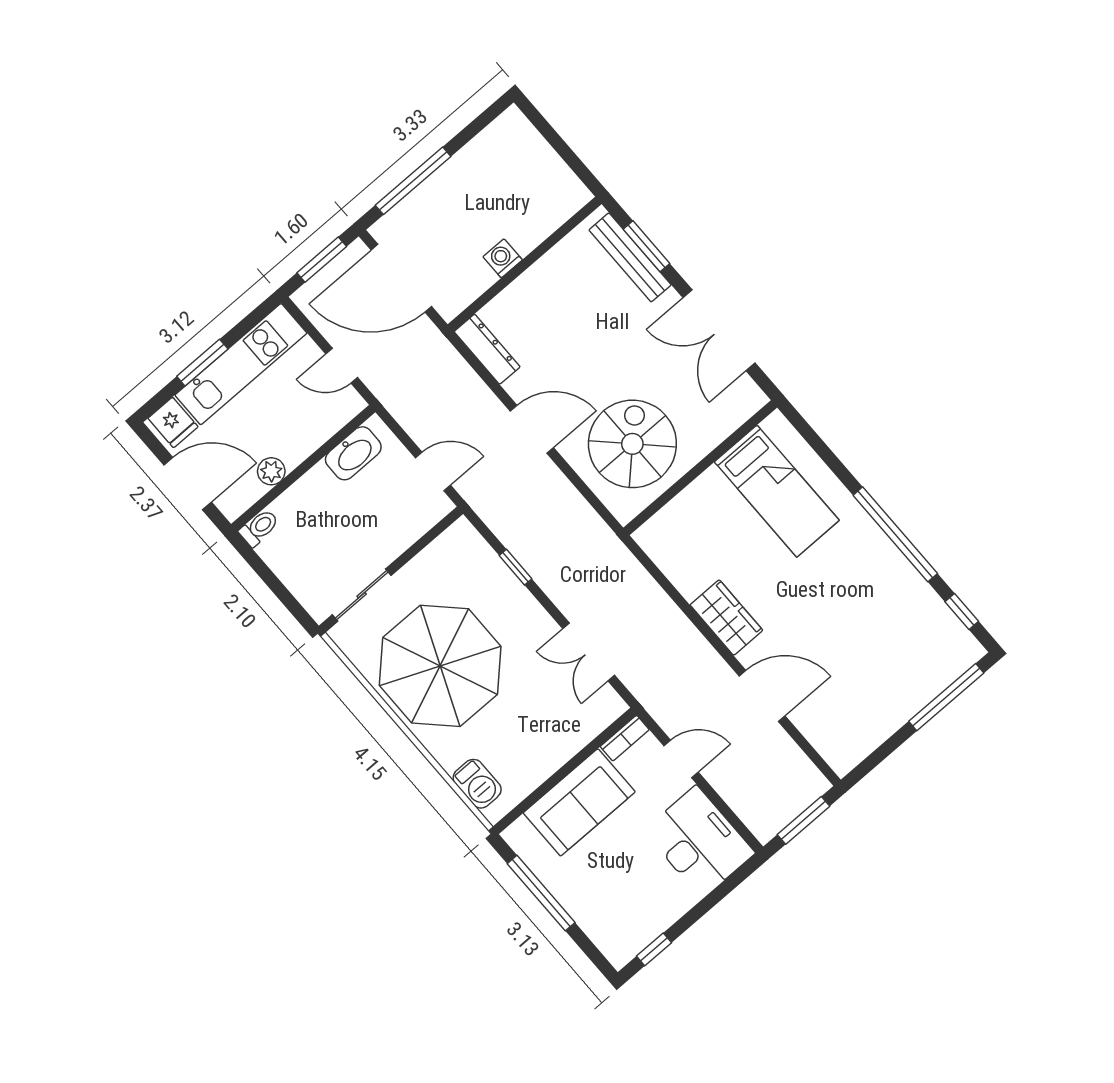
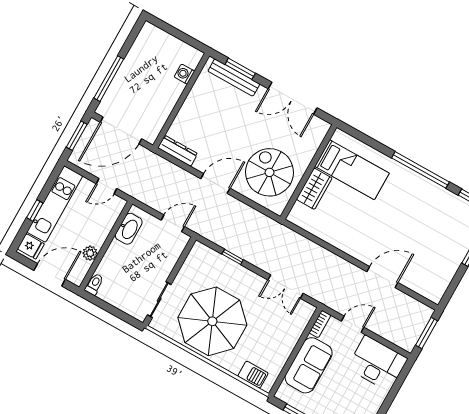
washing machine: (503, 258) -> (184, 74), moved
window: (202, 363) -> (35, 210), width x0.67
wardrobe: (726, 618) -> (314, 189), moved, turned 90

